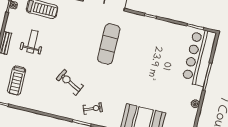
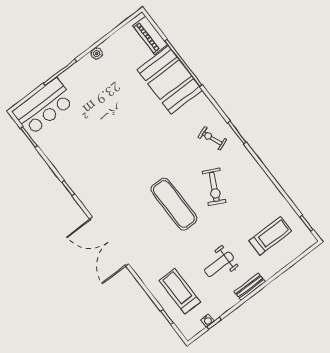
exercise mat: (109, 44) -> (174, 204), moved, turned 90
bar counter: (199, 57) -> (43, 107), width x0.73

